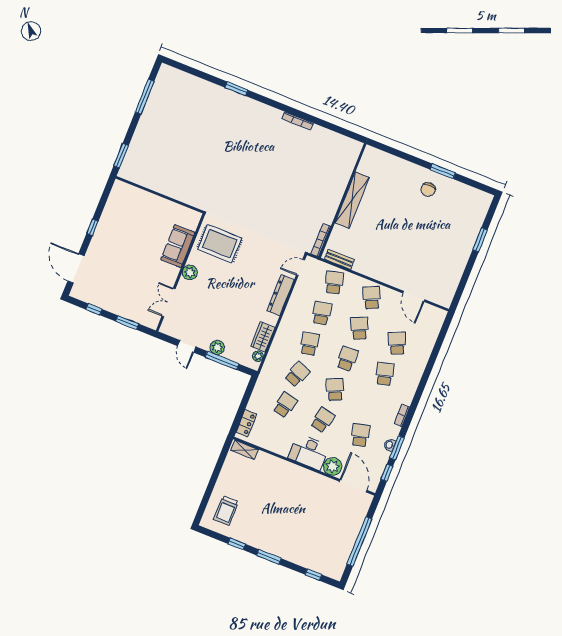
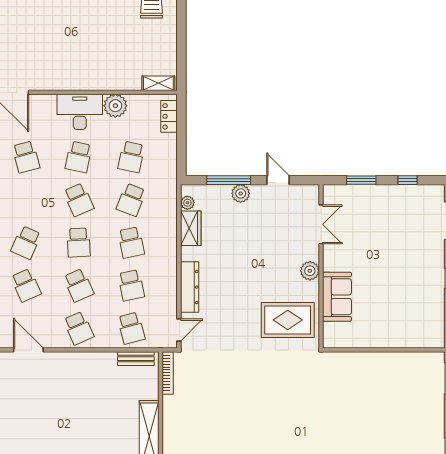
school desk: (385, 374) -> (26, 243), turned 39
plant: (333, 467) -> (115, 106), moved

